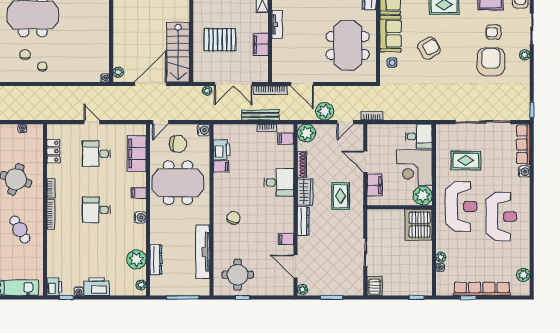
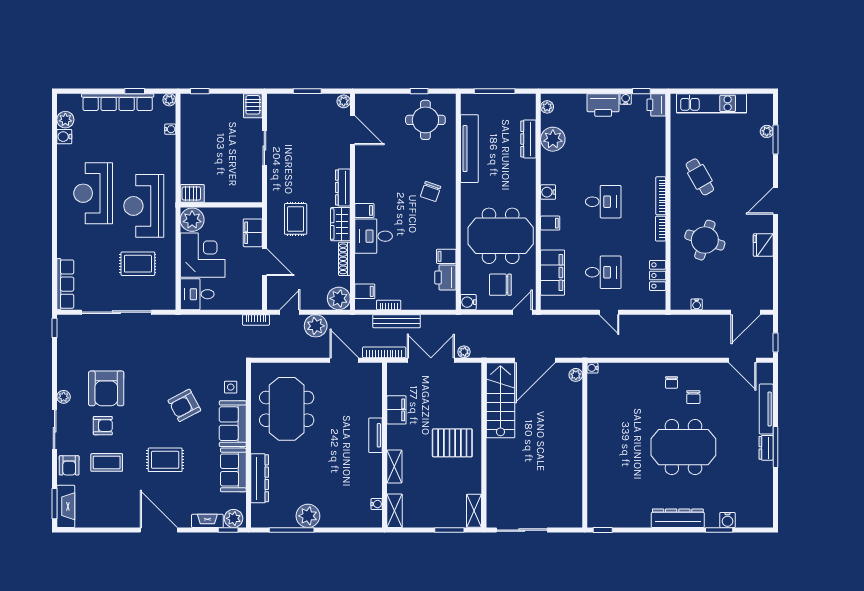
pallet: (220, 40) -> (452, 443), moved
water cooler: (524, 172) -> (64, 137), moved
server rack: (418, 225) -> (192, 193), width x0.46, depth x0.70
filing cabinet: (286, 239) -> (364, 210), moved
plant: (441, 257) -> (169, 100), moved

